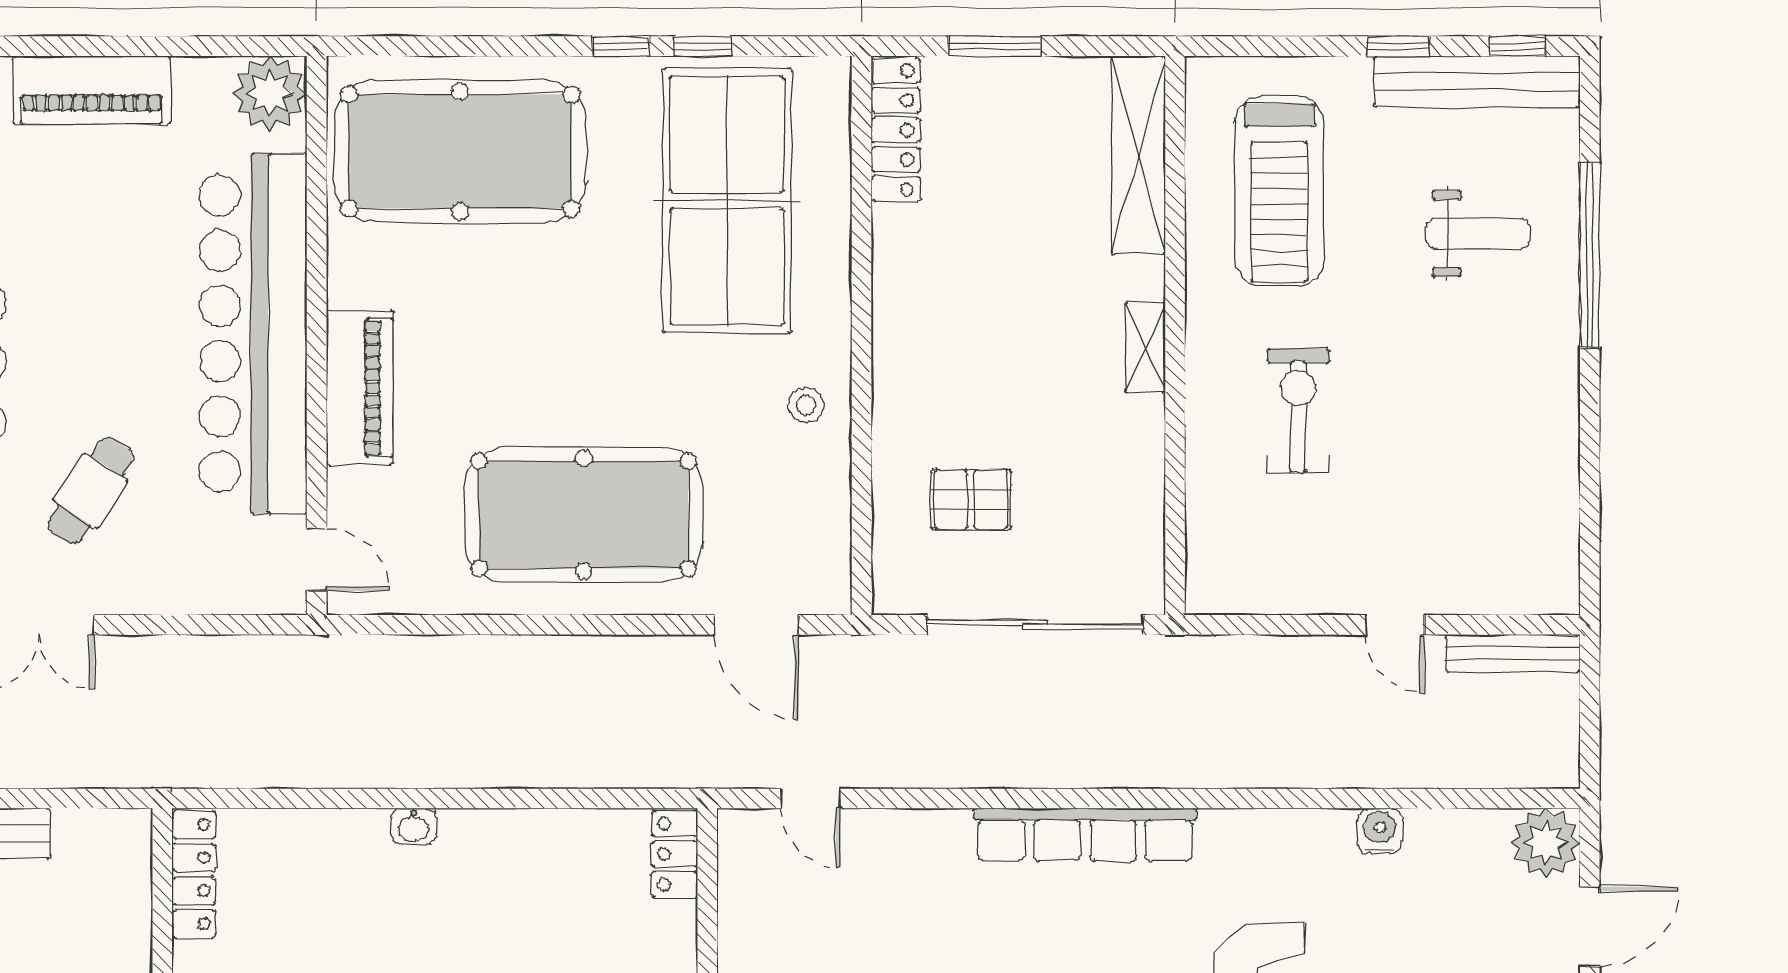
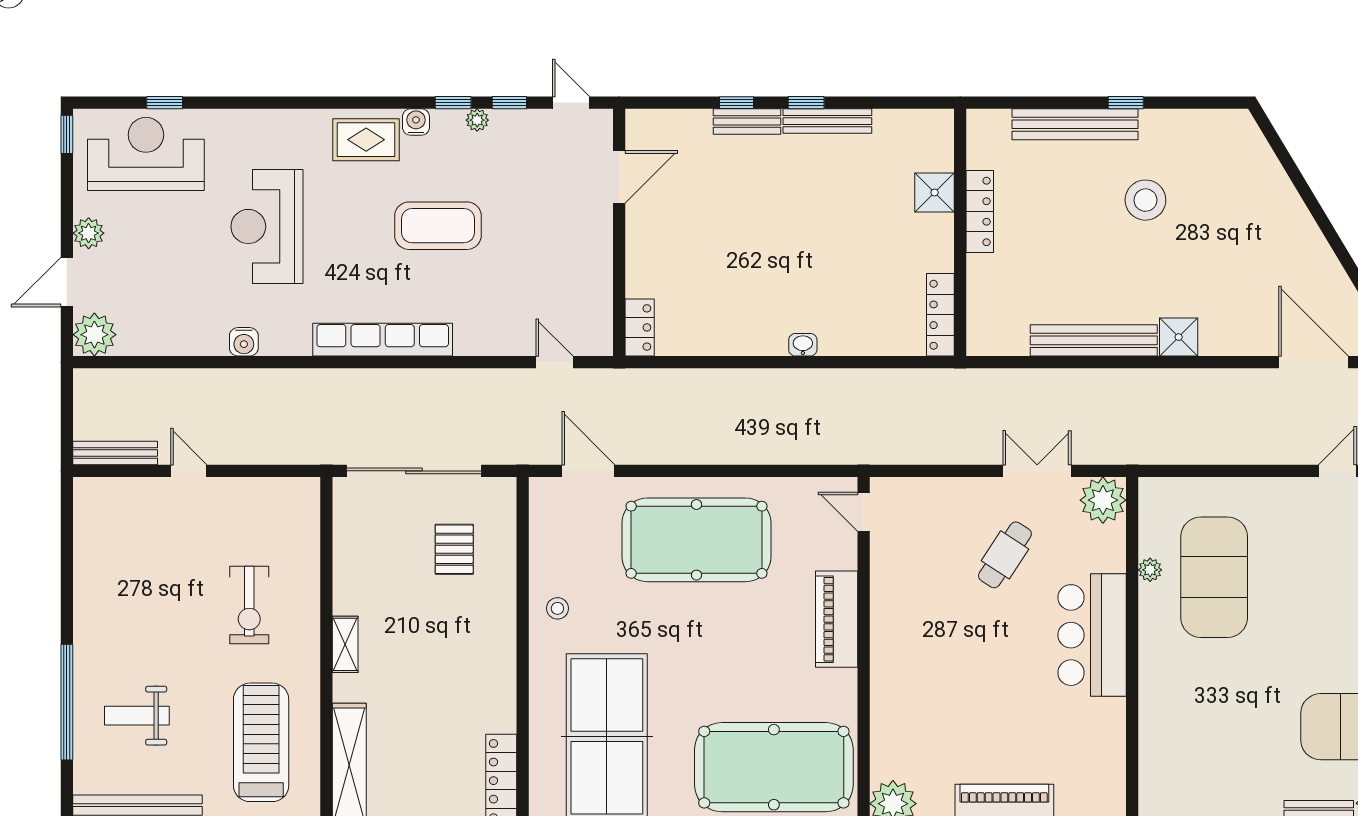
bar counter: (253, 334) -> (903, 653), removed
pallet: (971, 500) -> (454, 549), turned 90
water cooler: (1380, 831) -> (244, 342), moved

